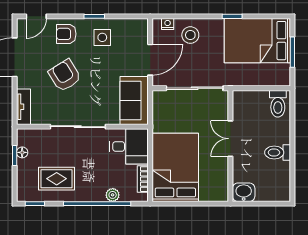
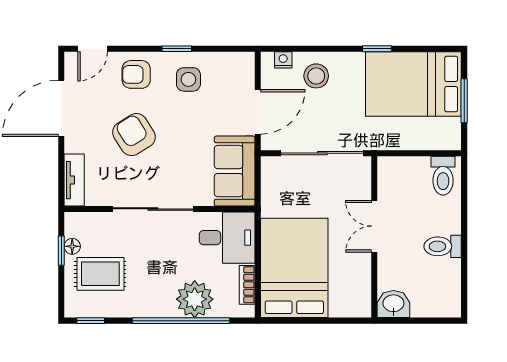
rug: (57, 179) -> (100, 274), moved
plant: (113, 195) -> (195, 299), width x1.88, depth x1.88

